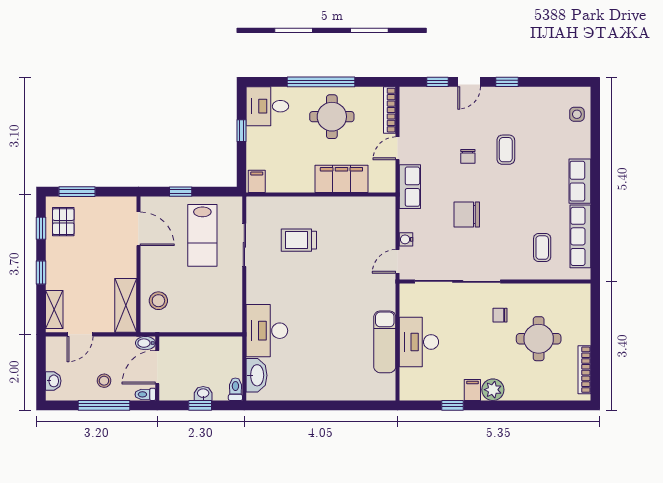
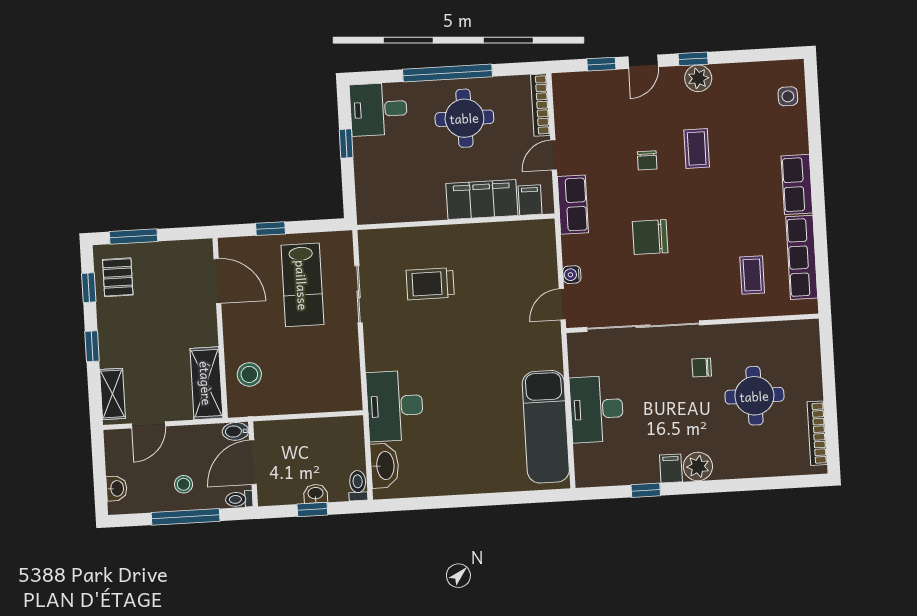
plant: (510, 97) -> (698, 78), added
filing cabinet: (257, 181) -> (530, 200), moved
exam couch: (385, 342) -> (546, 427), width x1.36, depth x1.45

